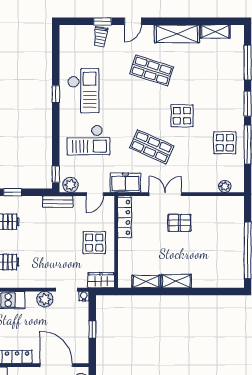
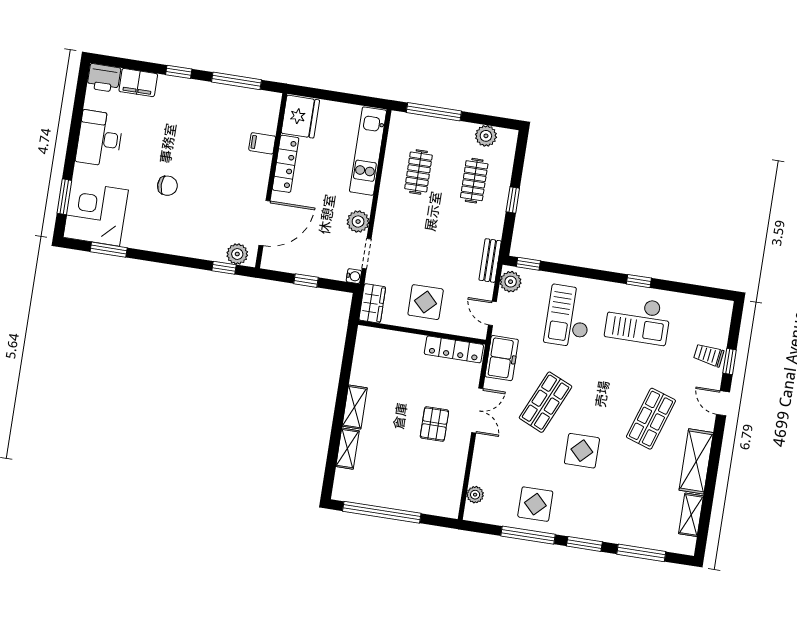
shelving: (146, 282) -> (347, 449), moved

